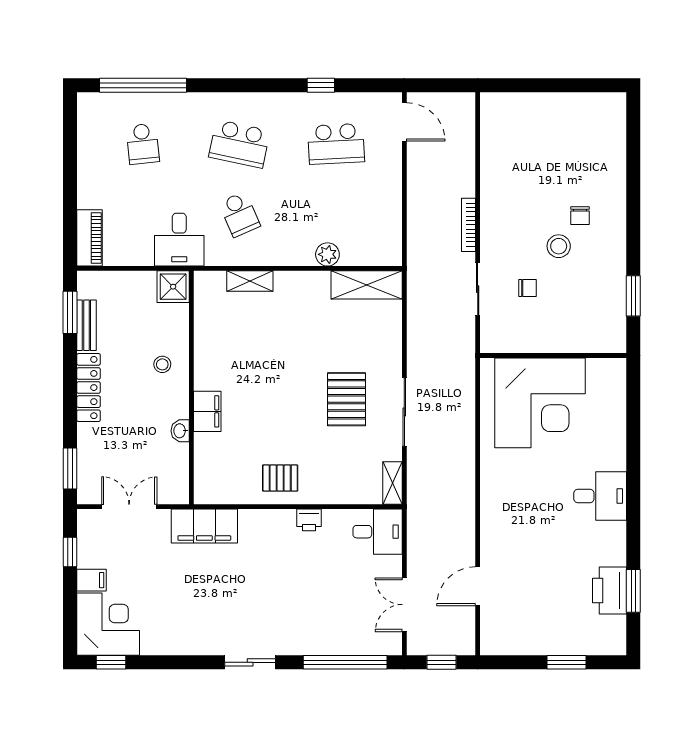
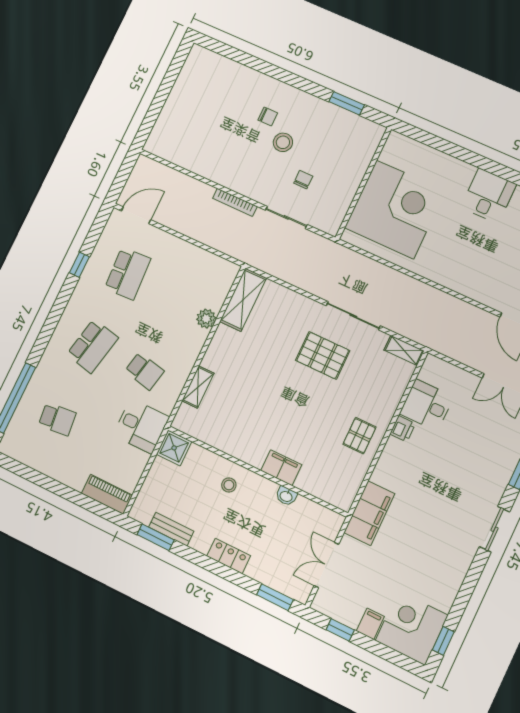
school desk: (239, 214) -> (144, 371), turned 36
locker: (88, 388) -> (229, 556), width x0.66
desk: (378, 532) -> (427, 405), moved, turned -90

